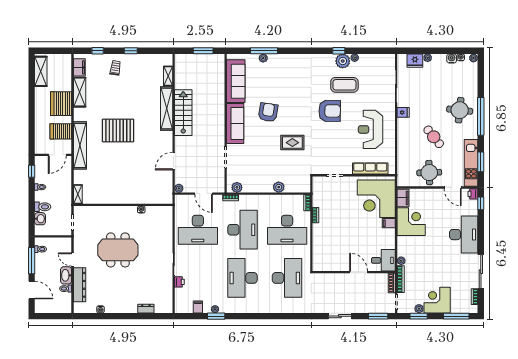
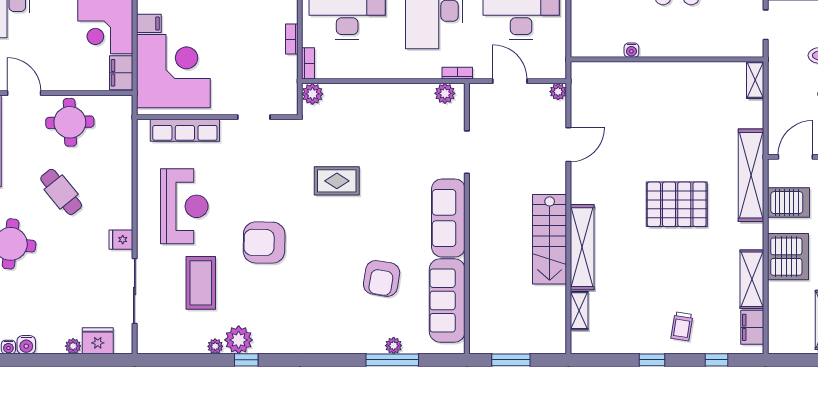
coffee table: (344, 85) -> (201, 283), moved, turned 90
armchair: (268, 112) -> (382, 278), moved
plant: (279, 187) -> (312, 94), moved

